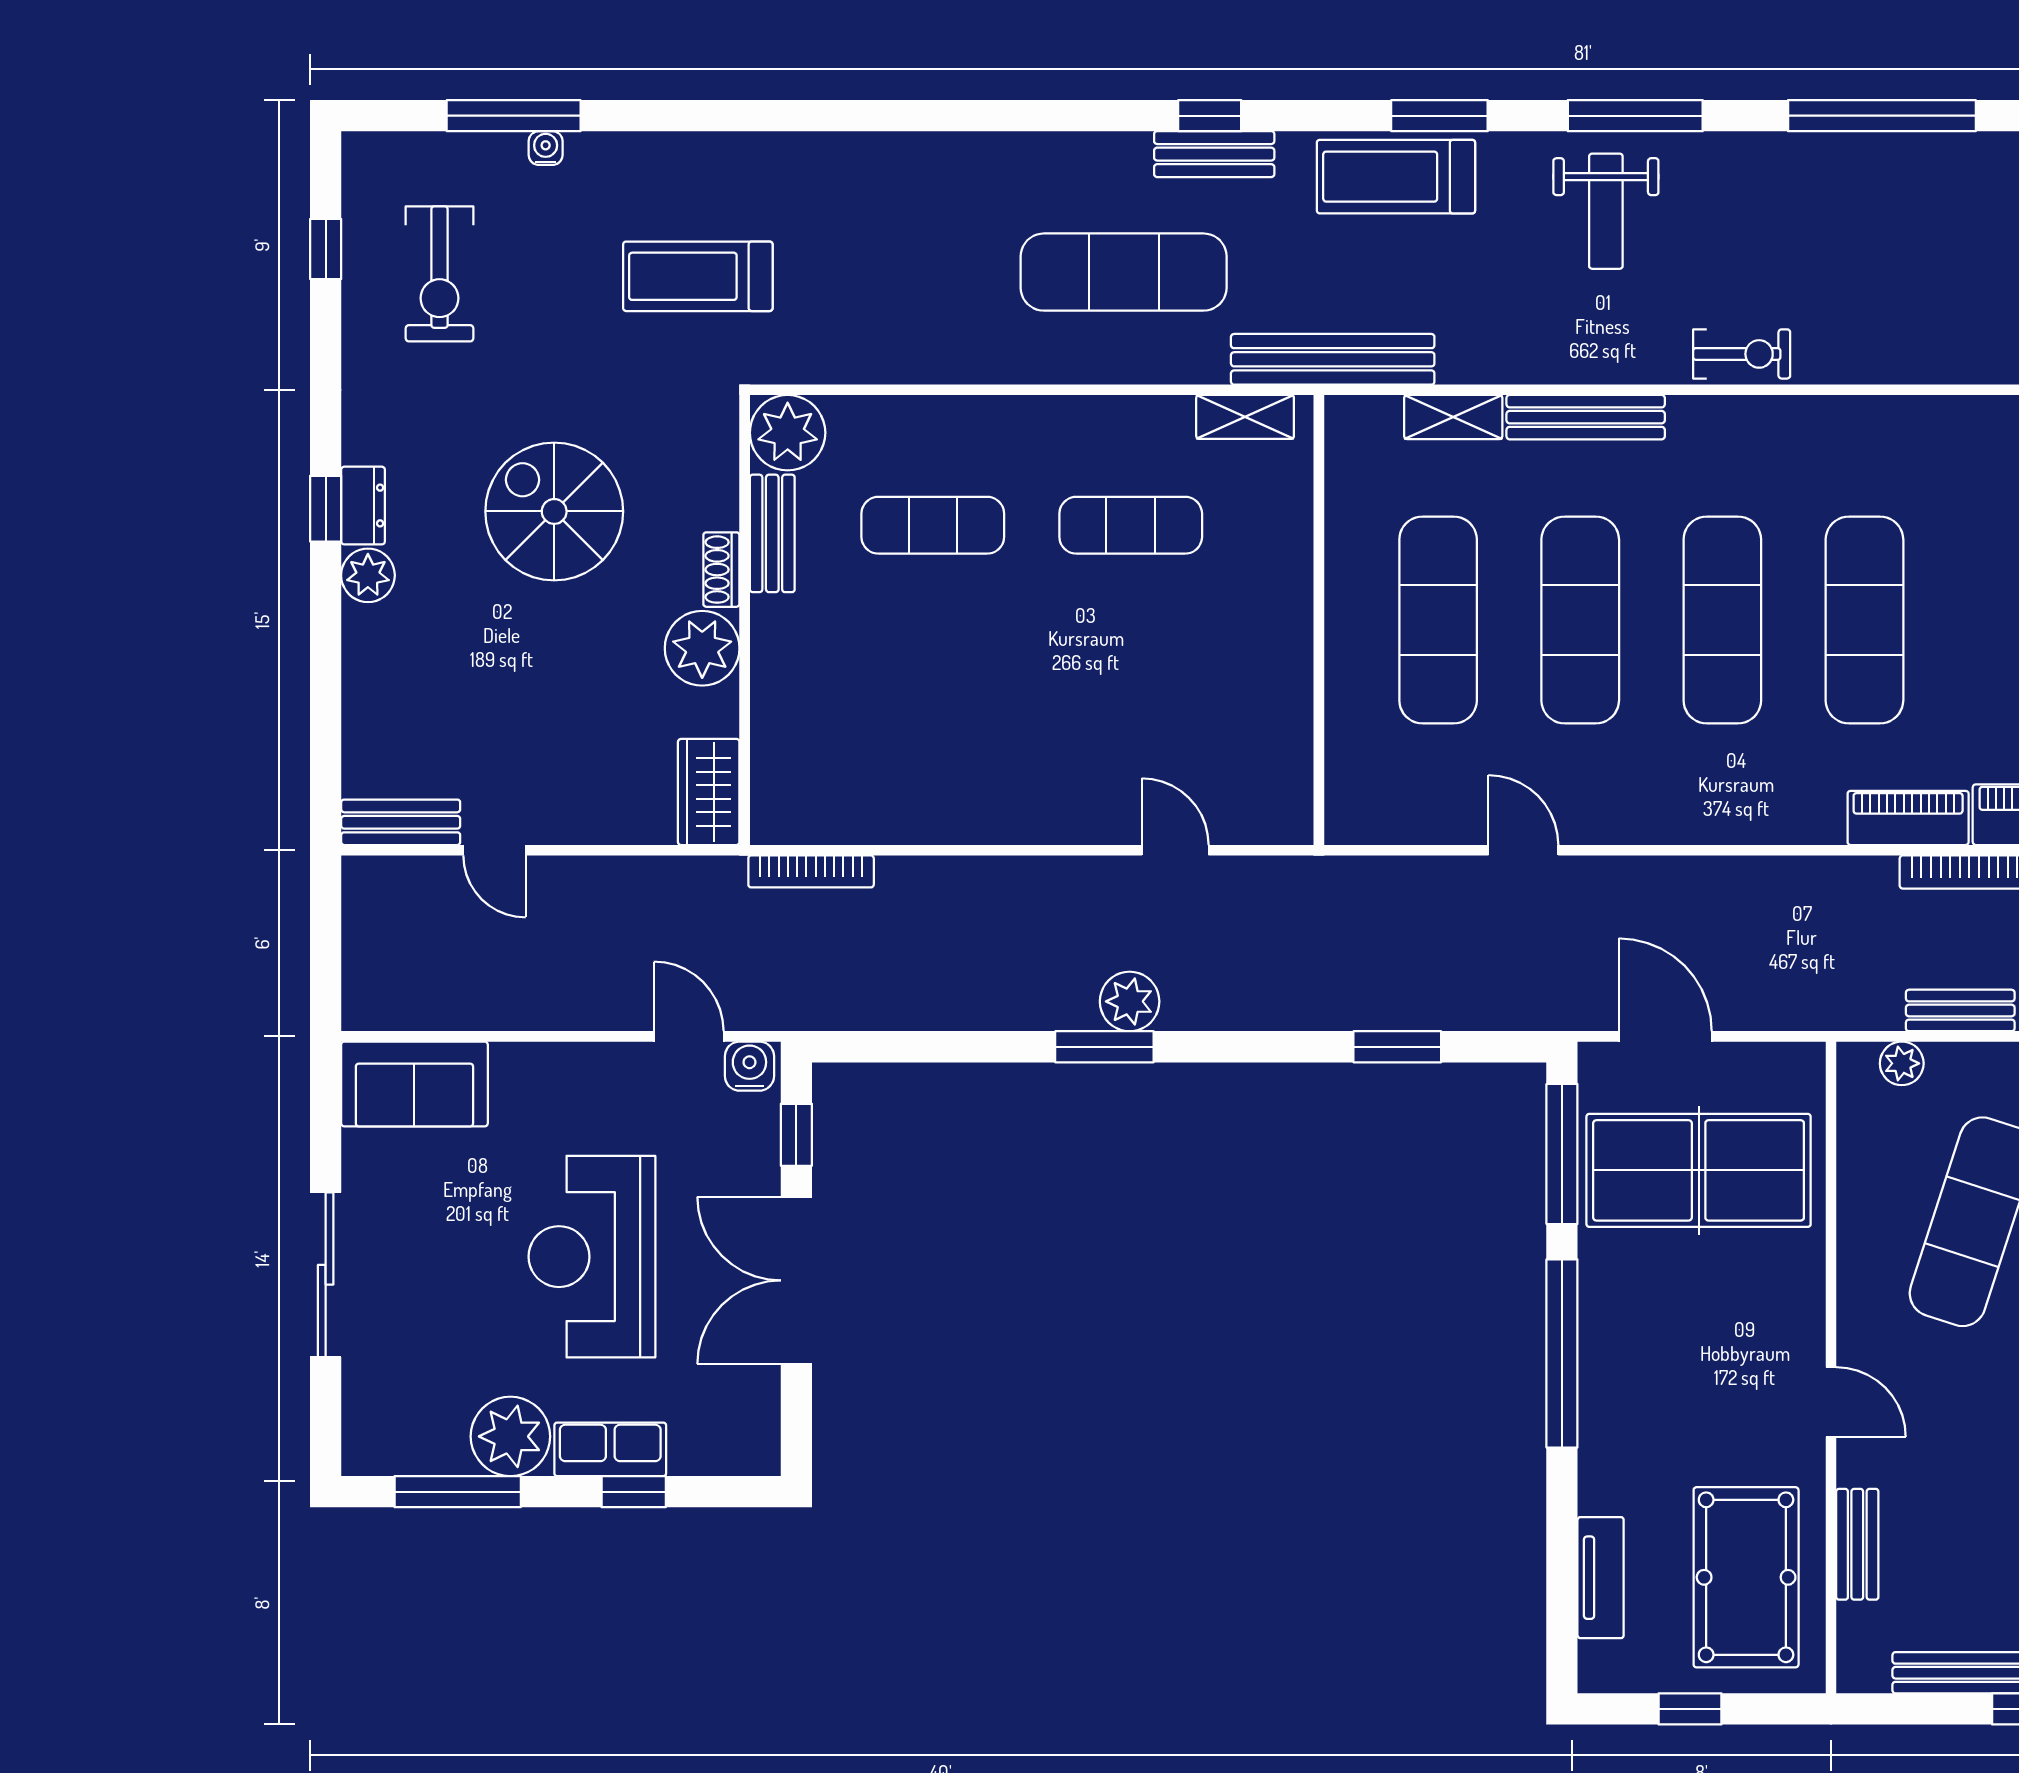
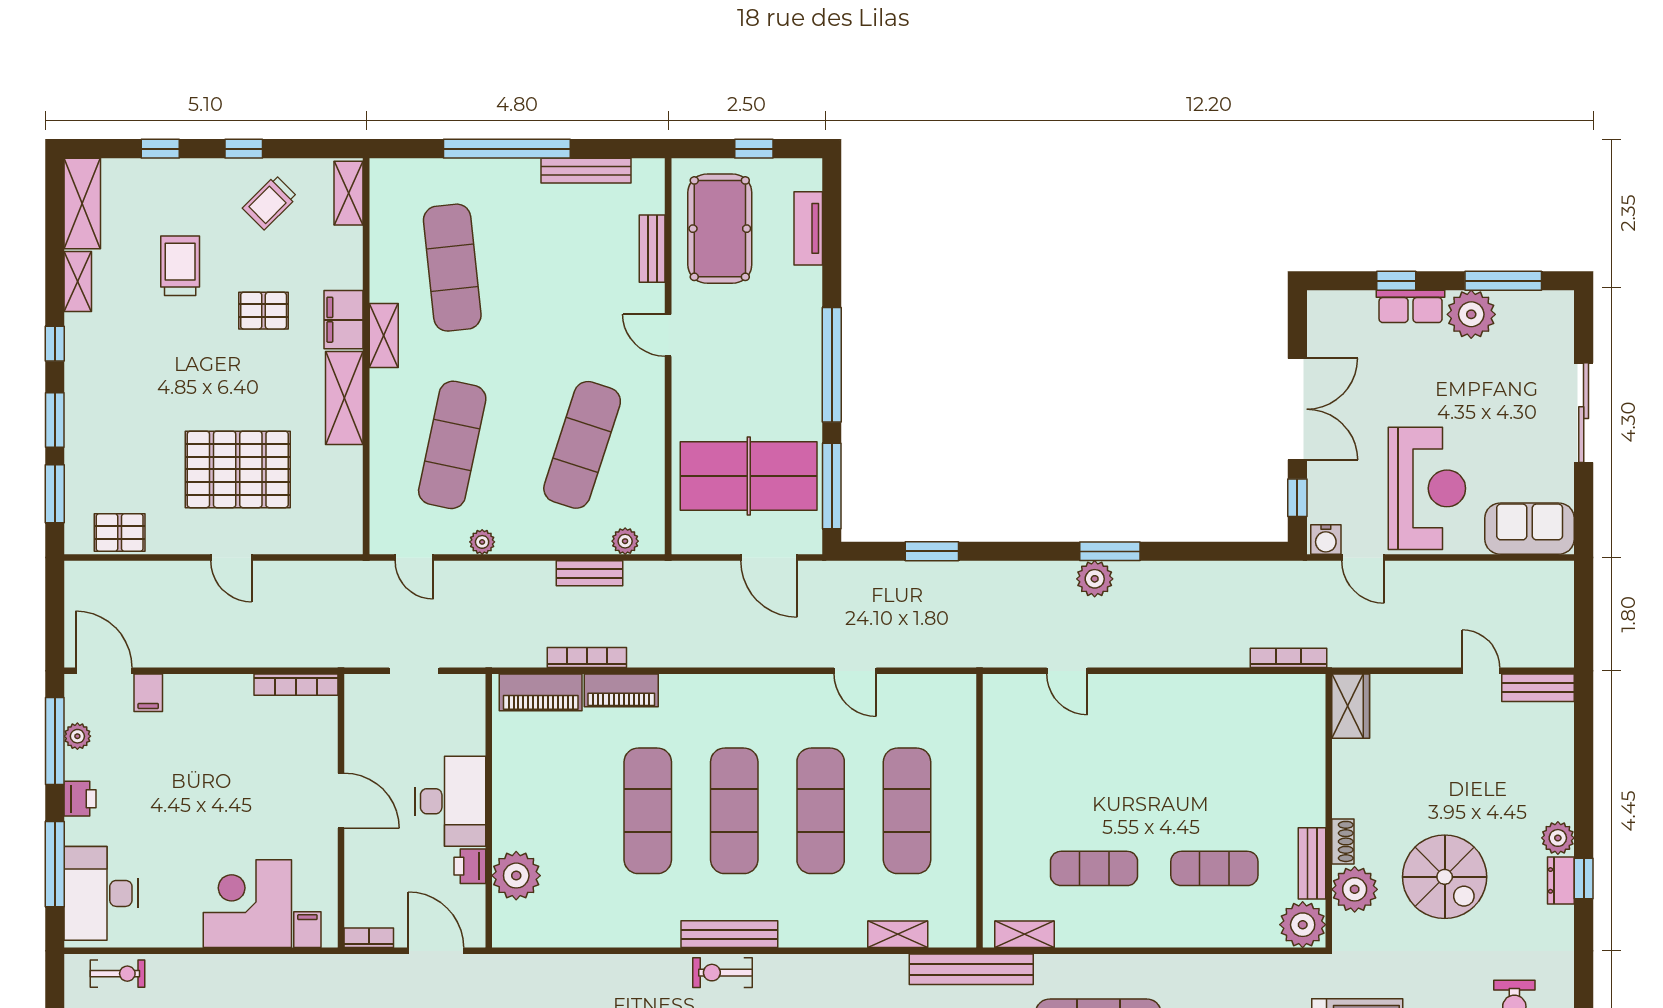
bench: (1586, 417) -> (729, 934), moved
plant: (702, 648) -> (1355, 889), moved
reception desk: (592, 1257) -> (1427, 488), moved

